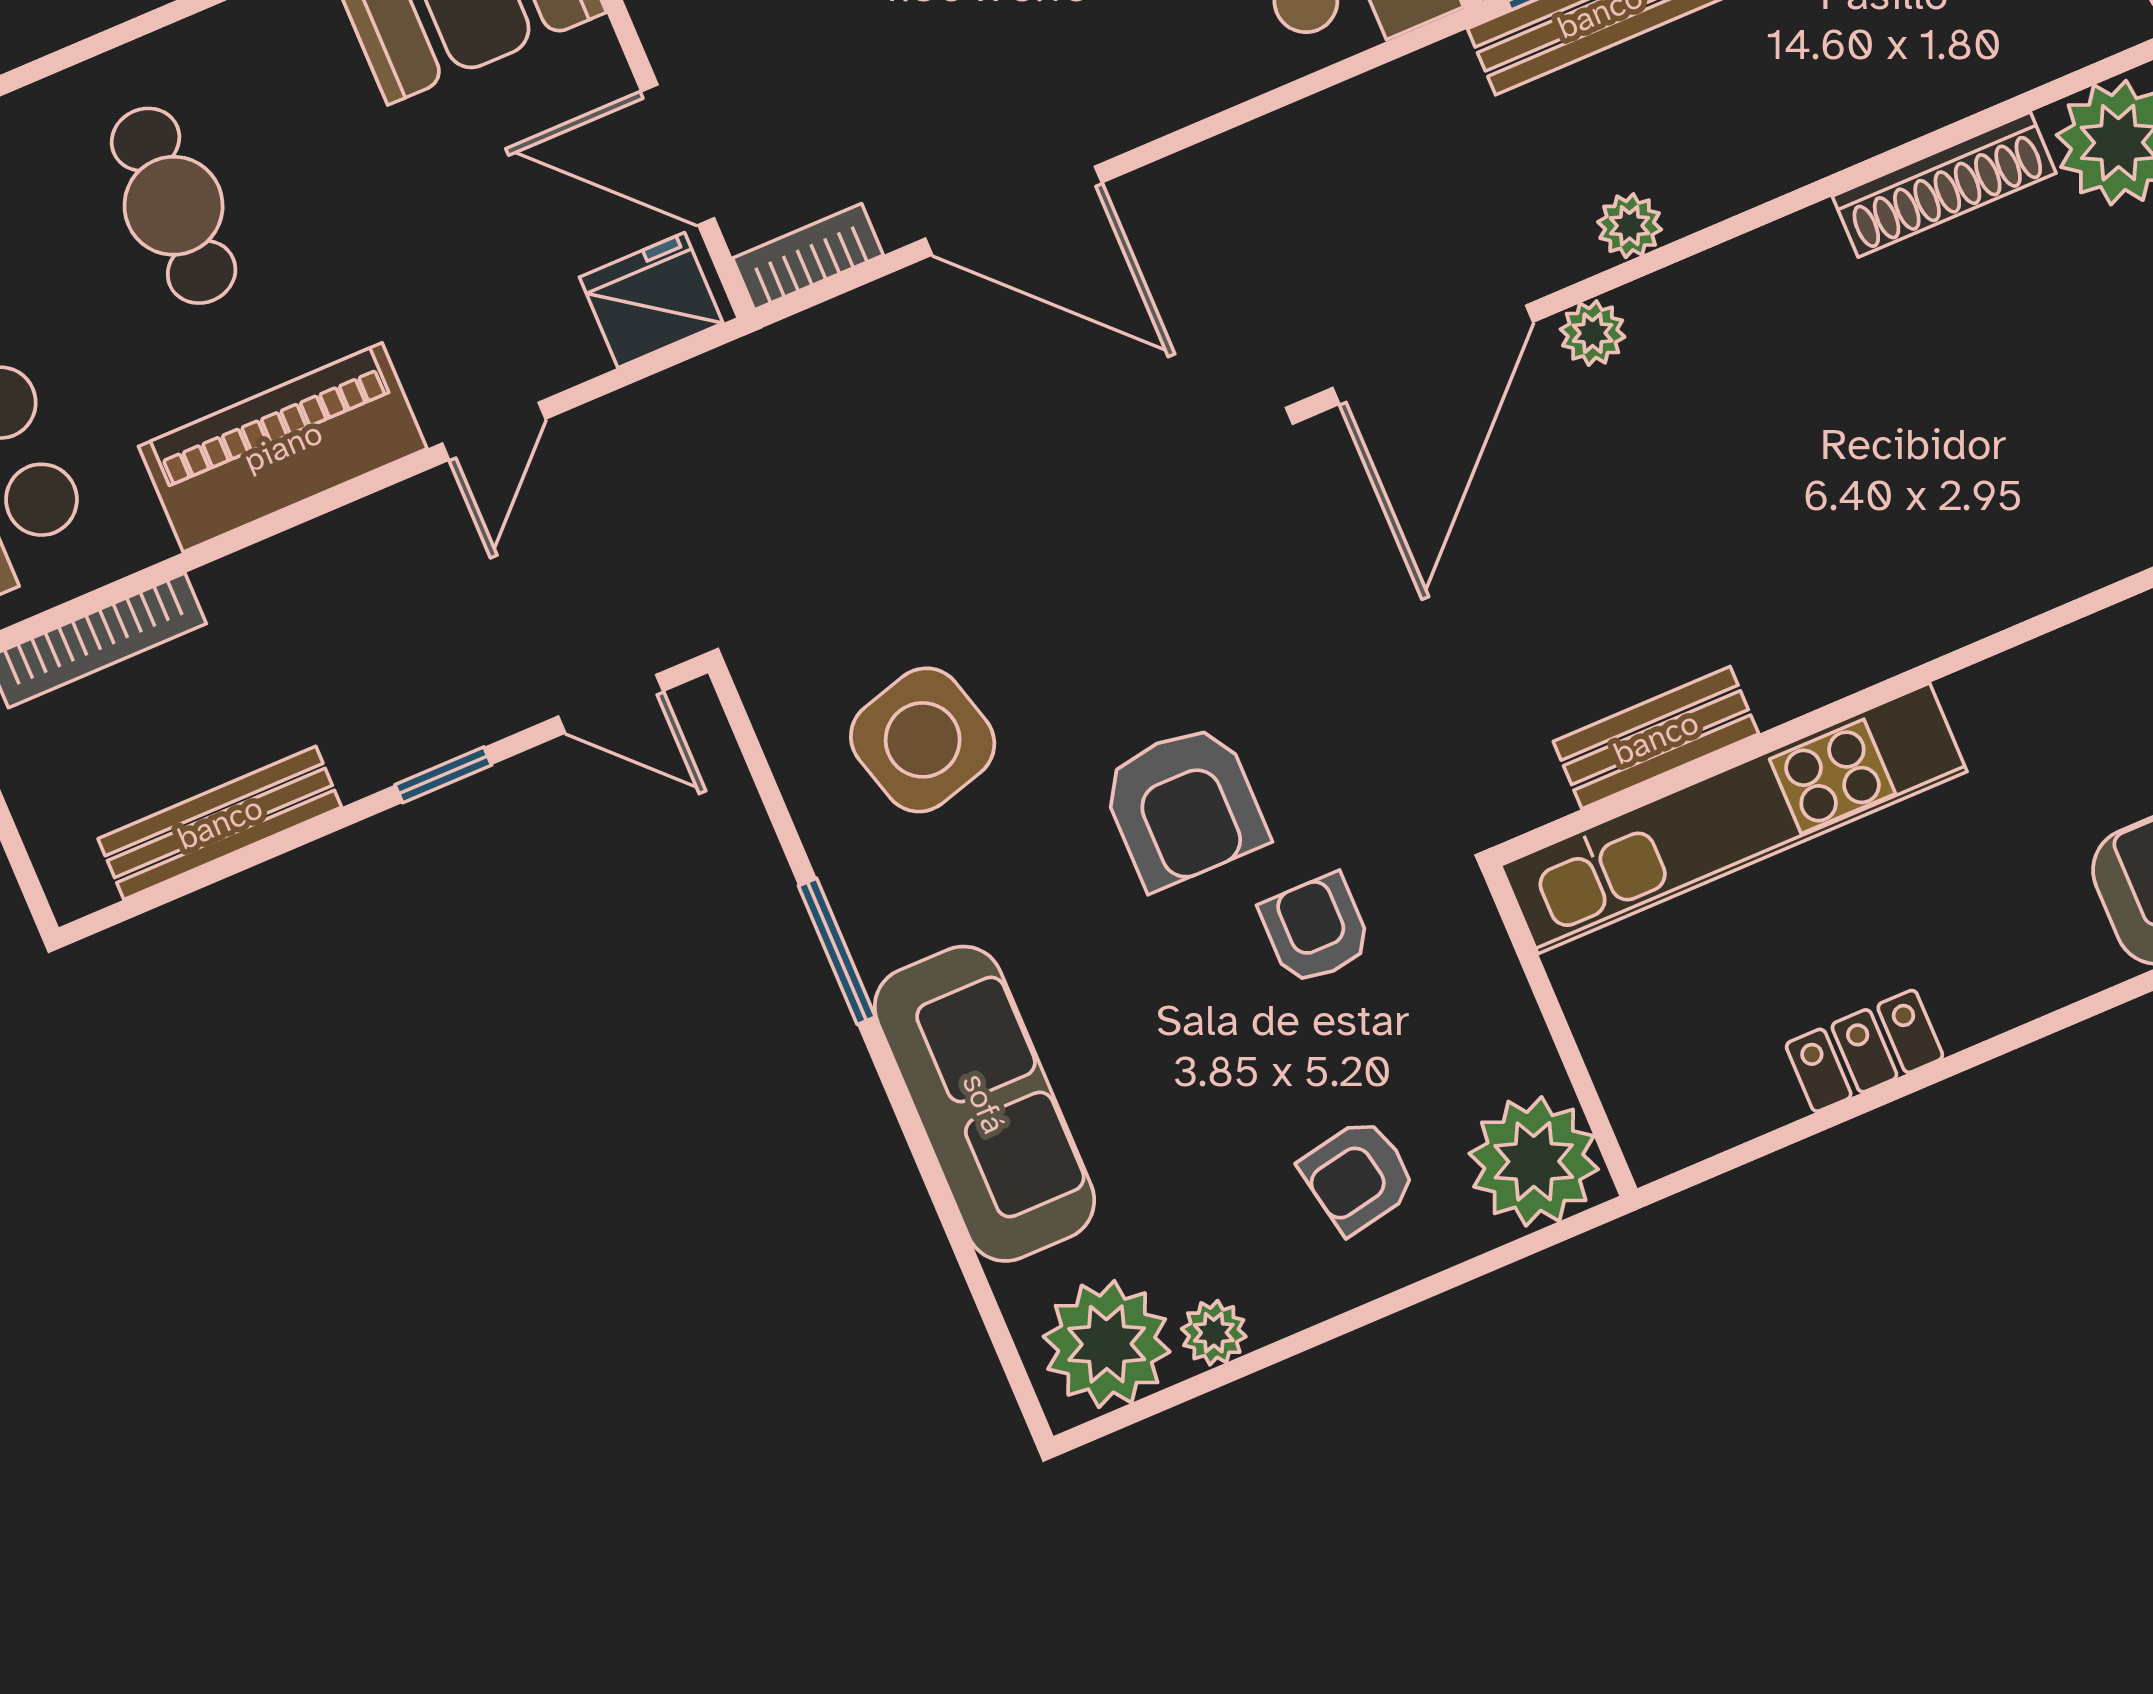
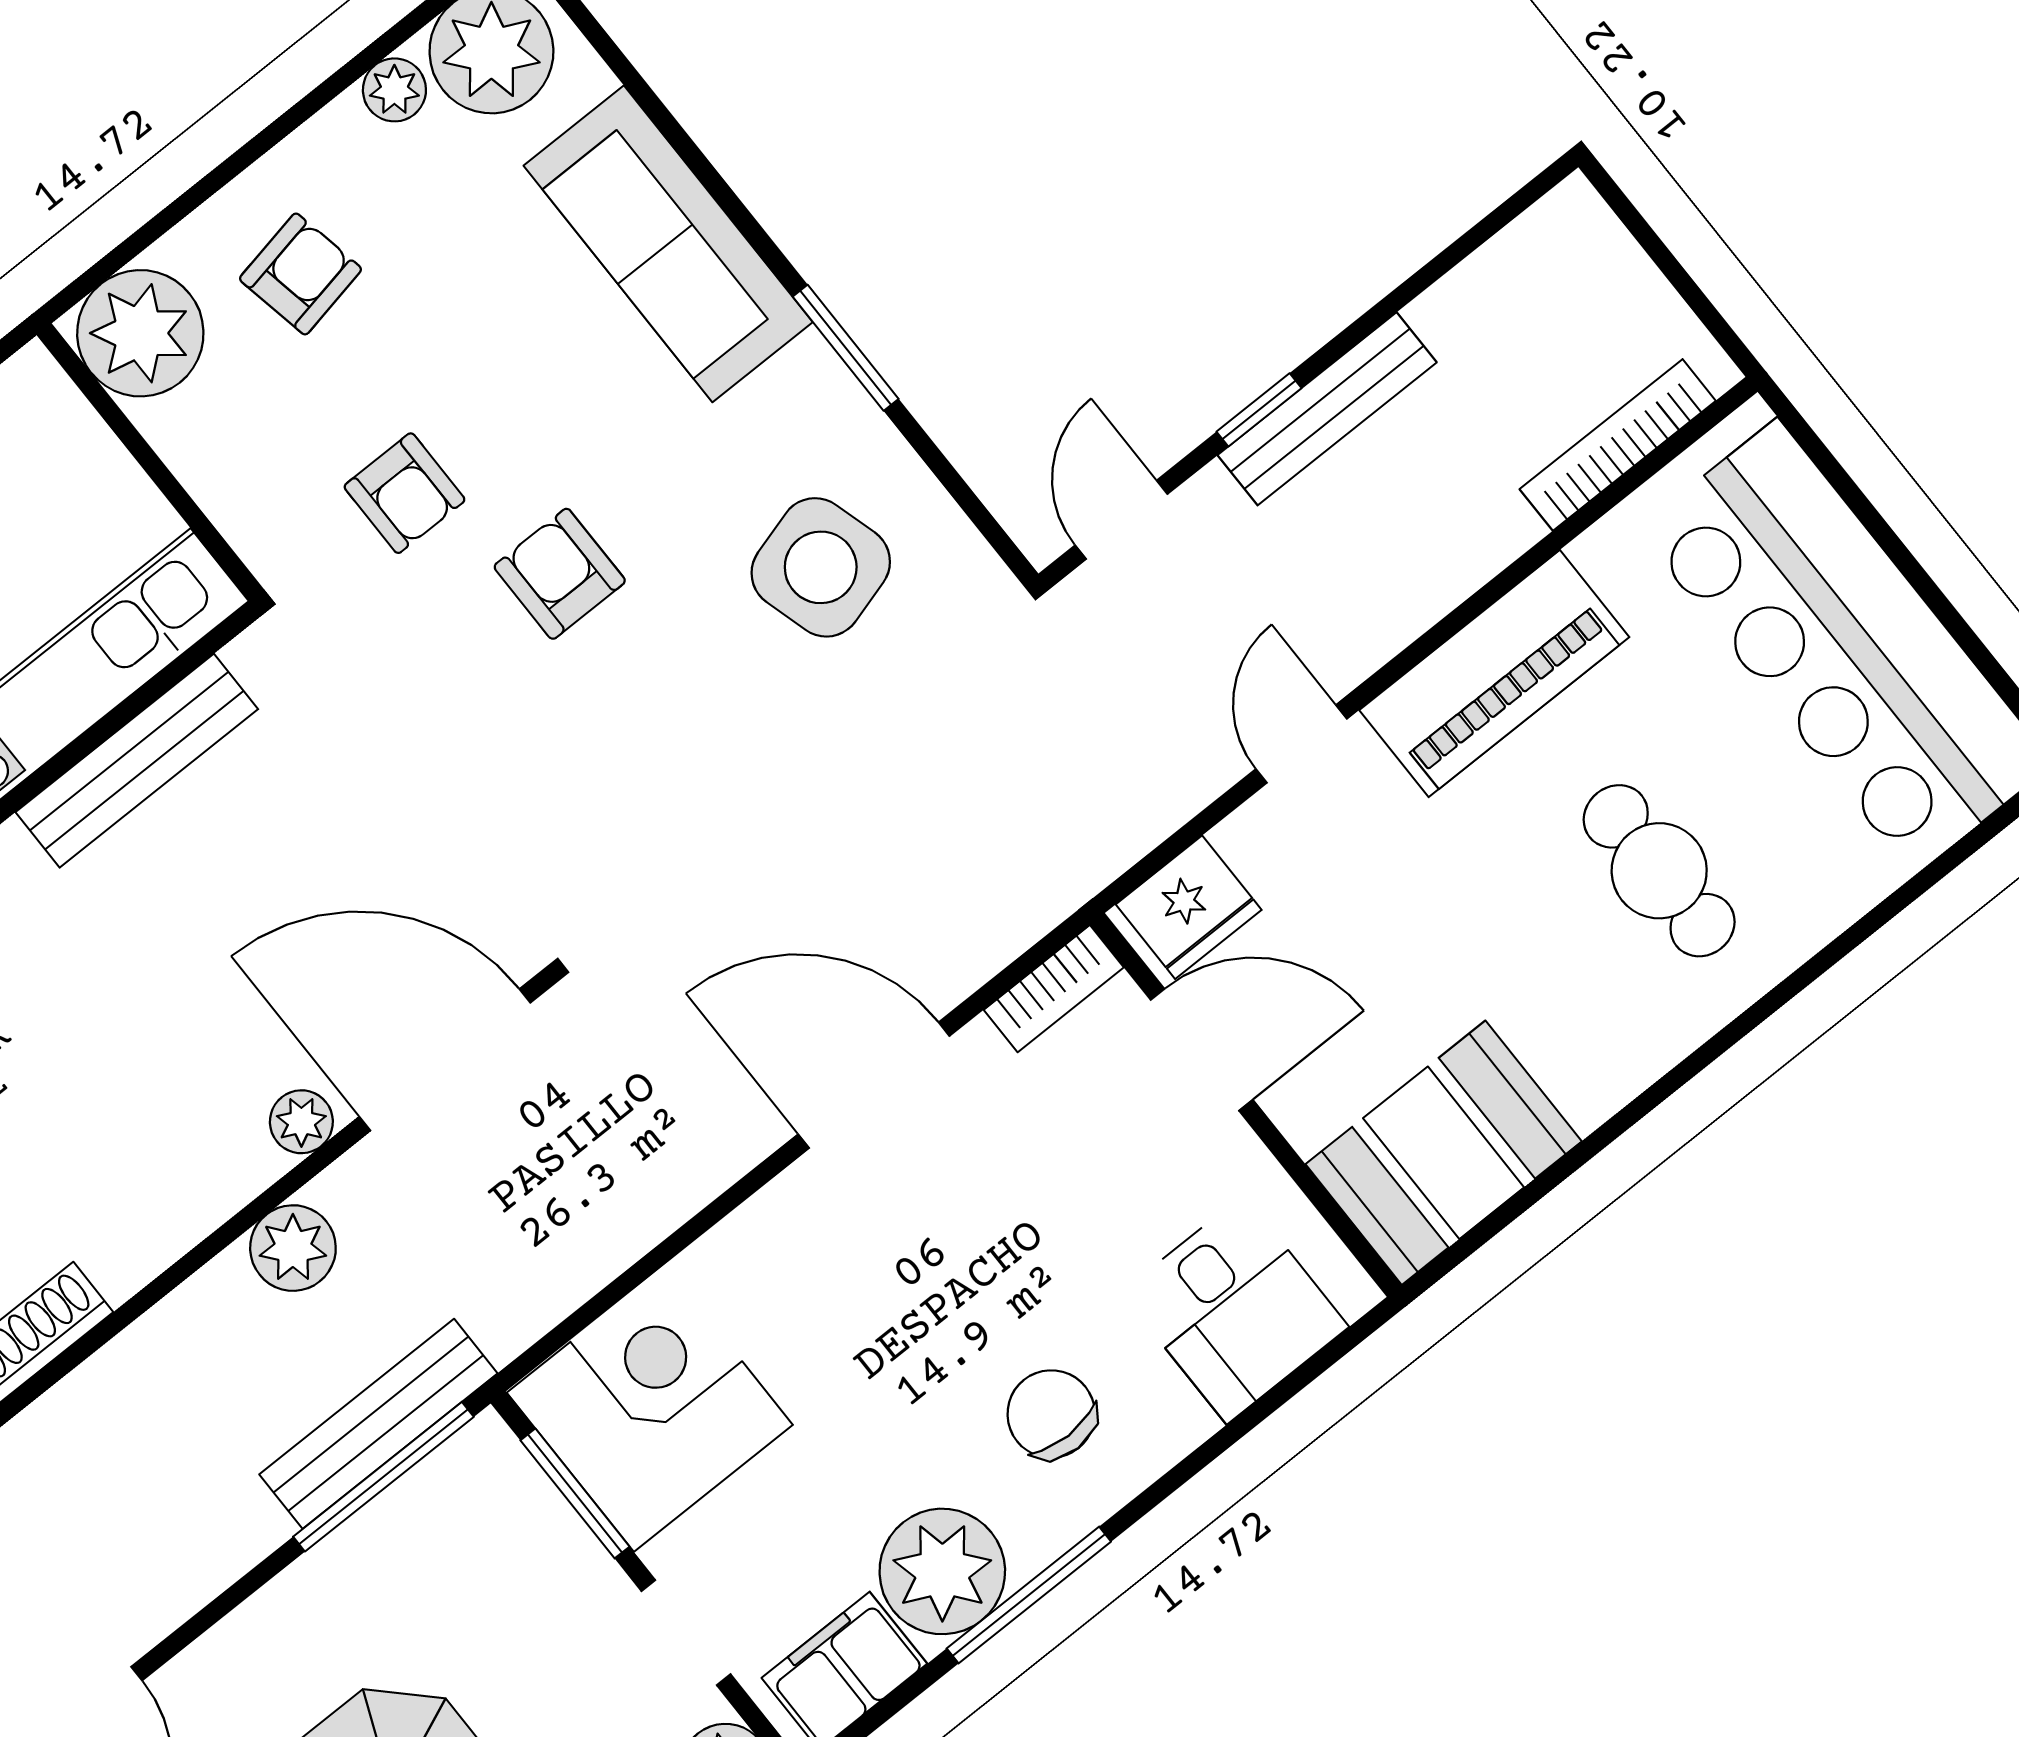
plant: (1630, 226) -> (293, 1248), width x1.38, depth x1.38
door: (1433, 355) -> (445, 1060), hinge flipped
door: (611, 704) -> (1121, 520), hinge flipped
bench: (1656, 738) -> (137, 761), width x1.36
armchair: (1184, 806) -> (560, 574), width x0.72, depth x0.72
bench: (220, 823) -> (1327, 409), moved

